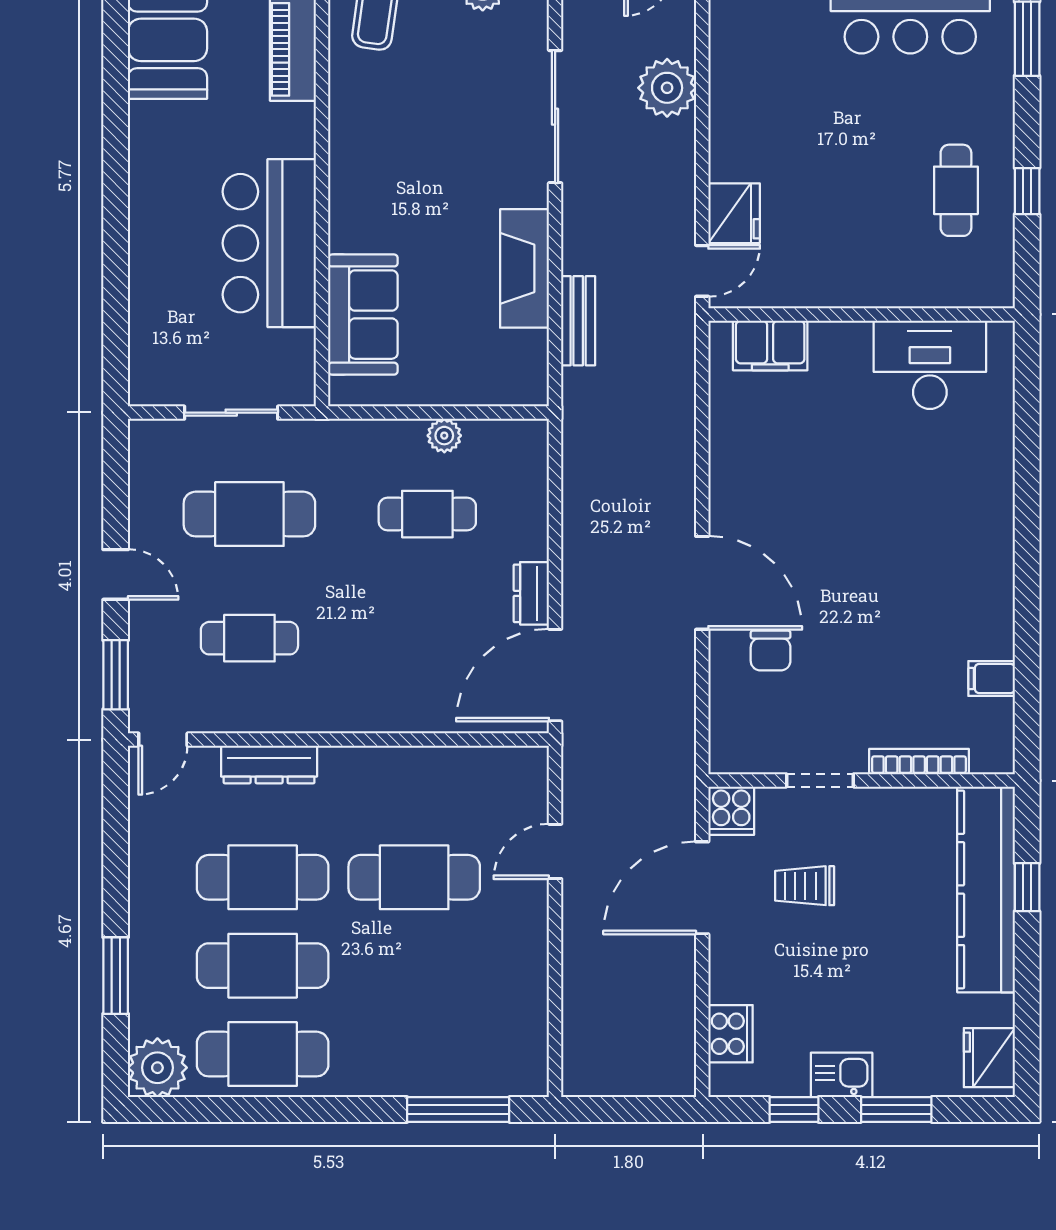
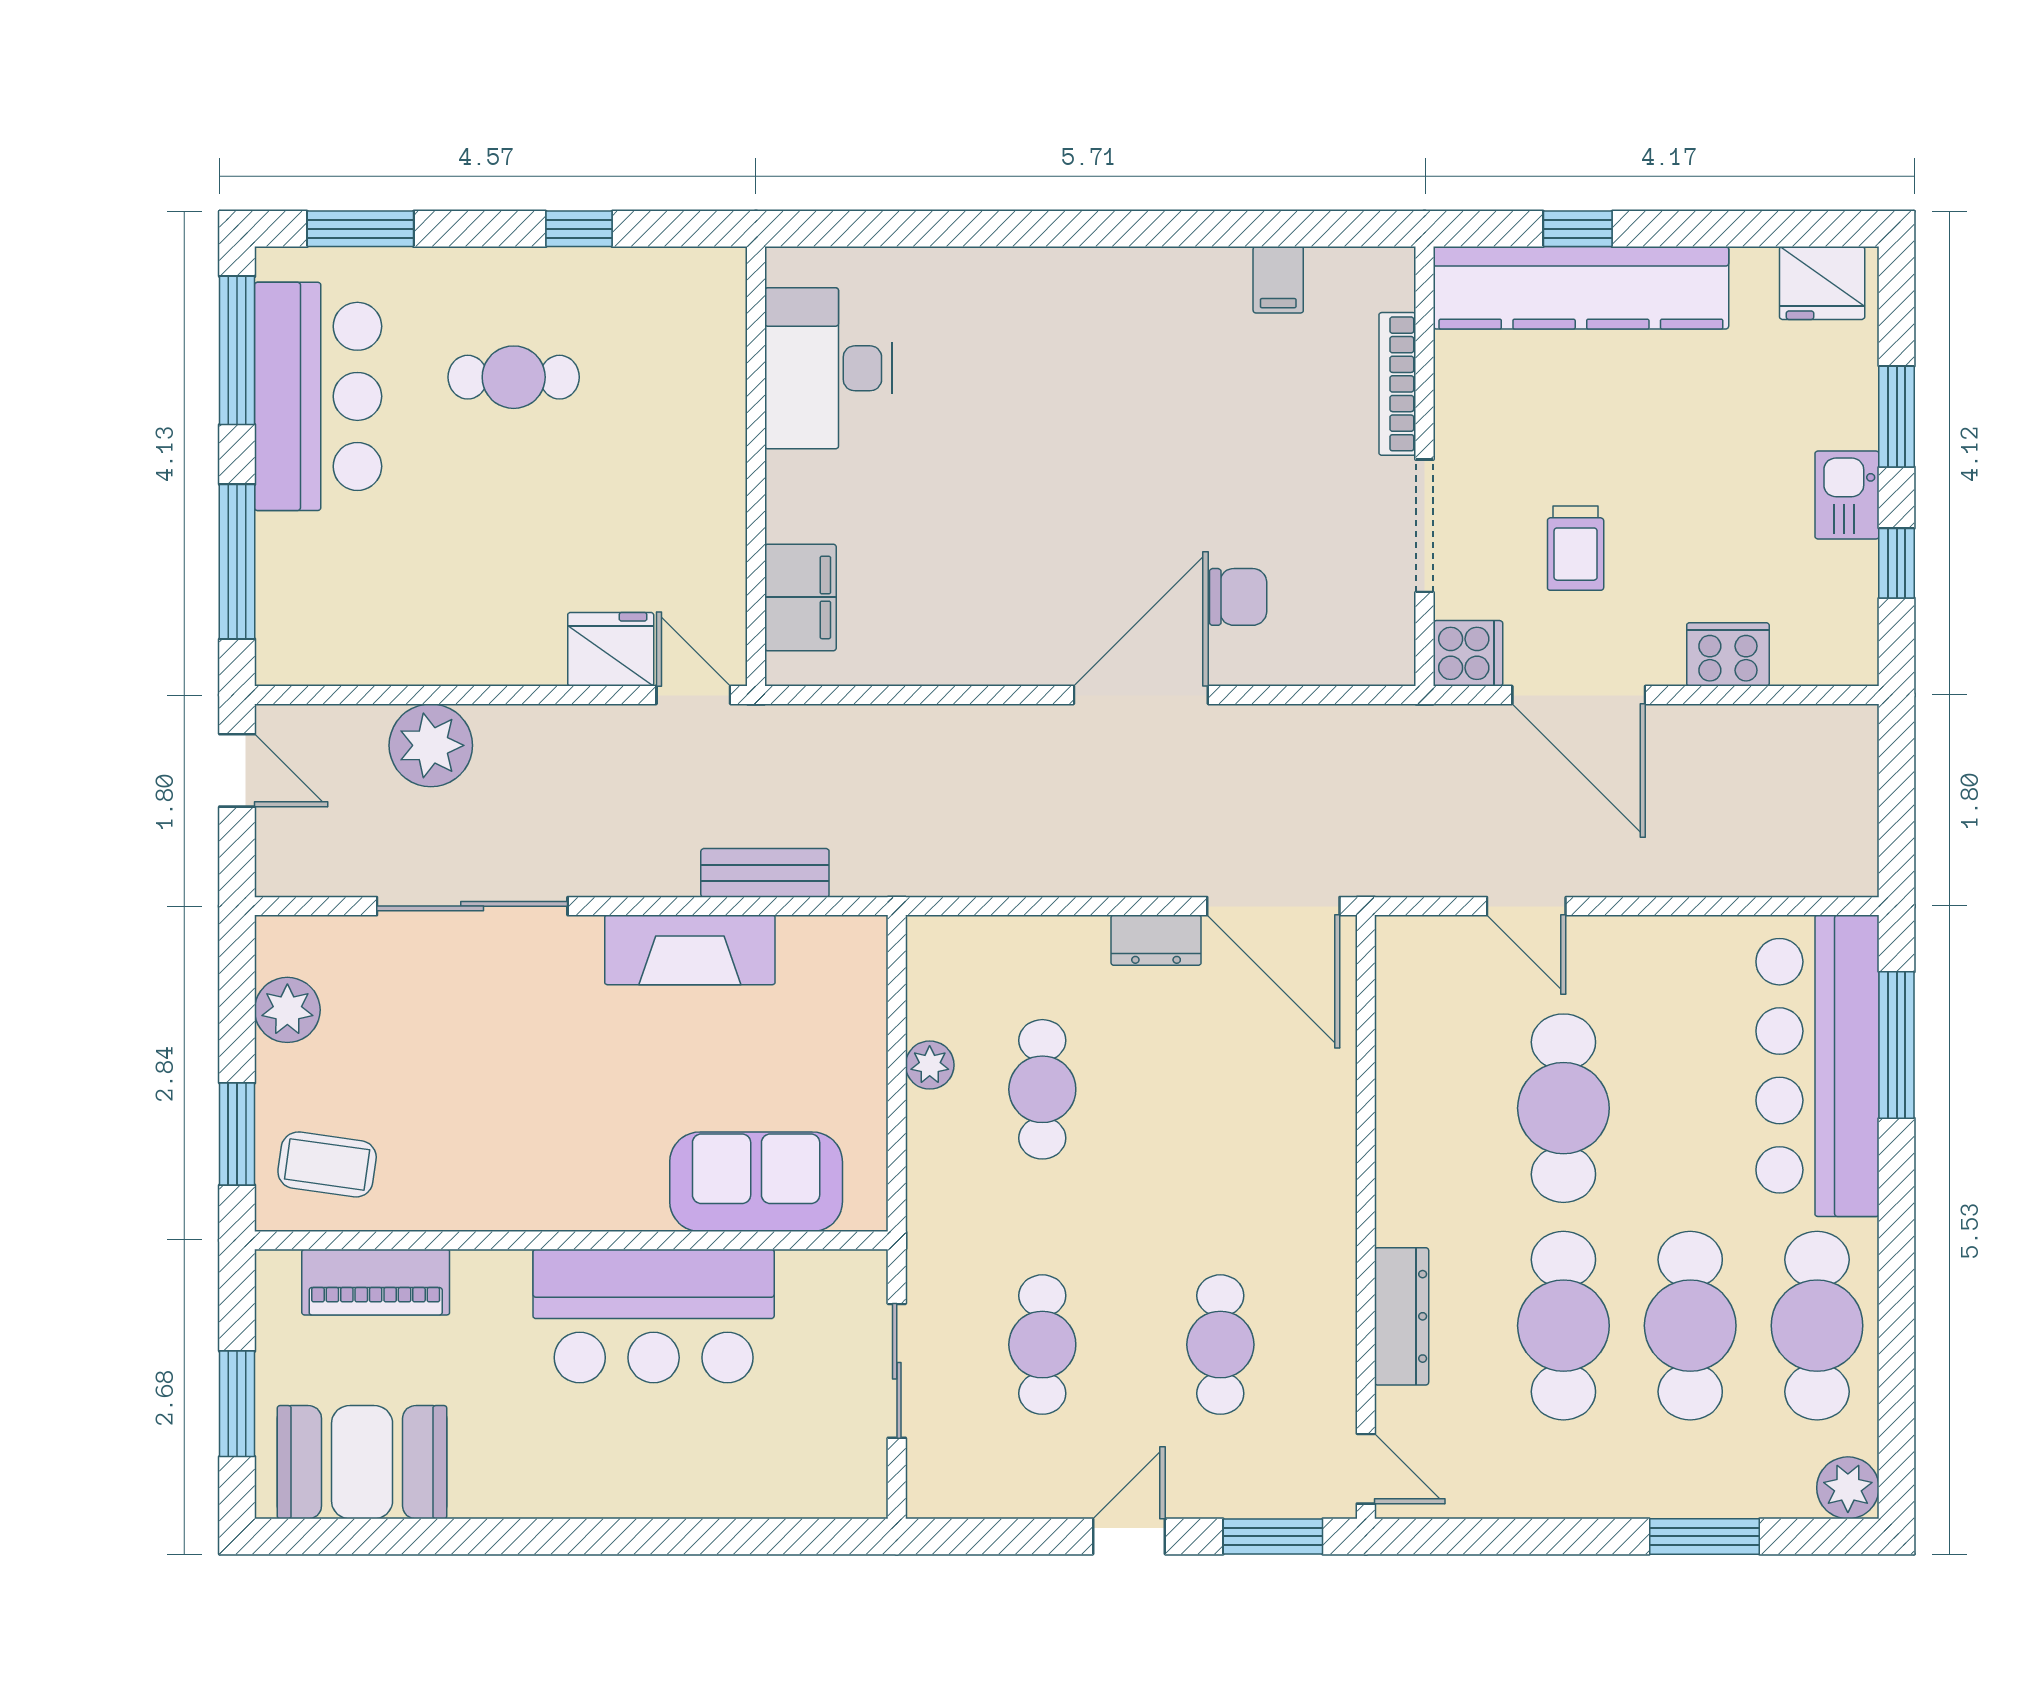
cafe table: (956, 190) -> (514, 377), moved
cafe table: (249, 514) -> (1042, 1345), width x0.73, depth x0.74
doorway: (820, 780) -> (1425, 526), width x1.38
cooker: (730, 1034) -> (1728, 654), moved
bar counter: (444, 1054) -> (1818, 1066), added
plant: (157, 1068) -> (1848, 1488), width x0.73, depth x0.73

